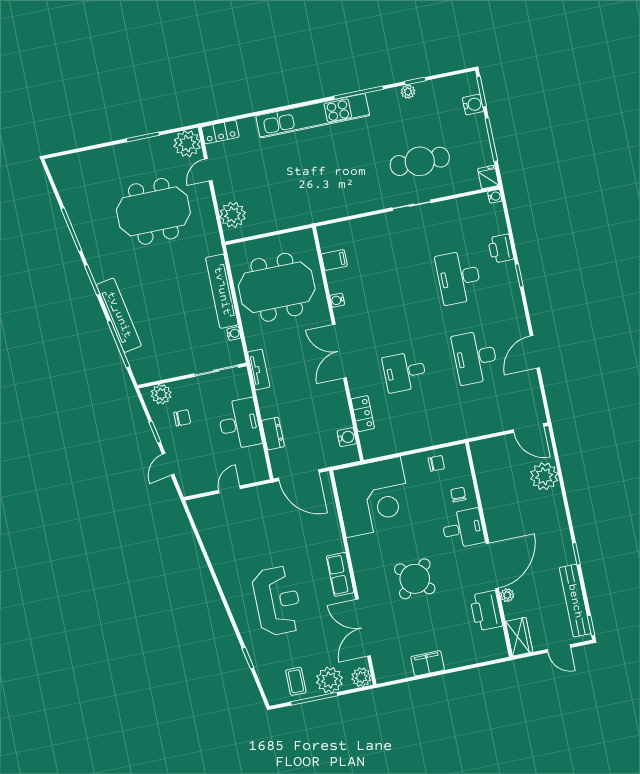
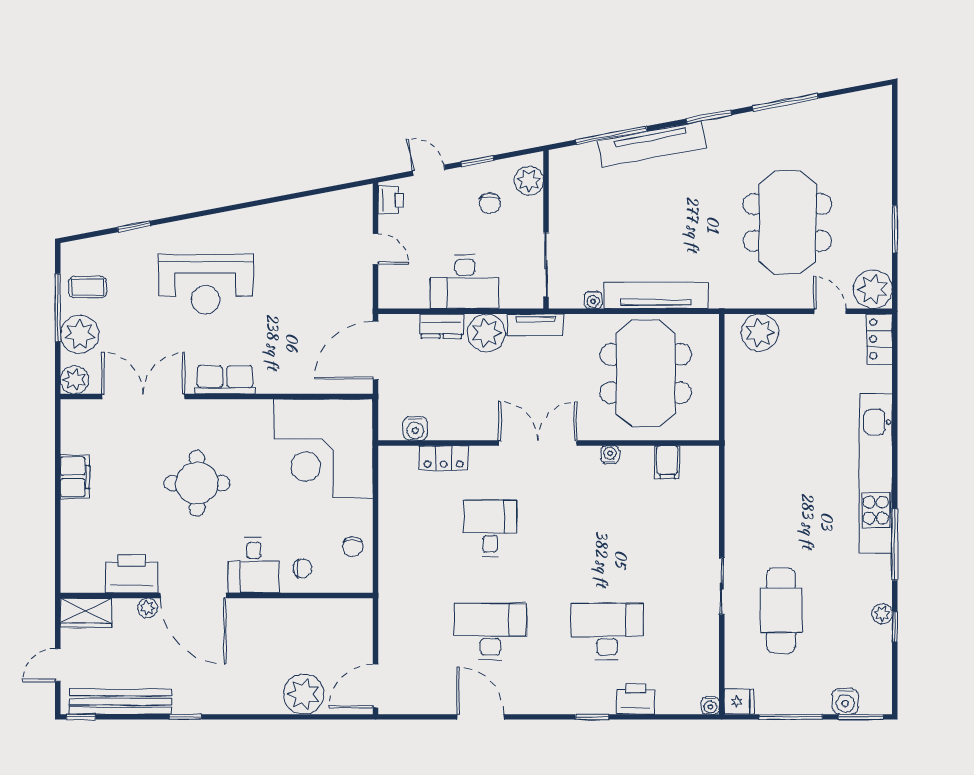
plant: (271, 402) -> (486, 333), added
printer: (194, 486) -> (391, 200), added
round table: (415, 579) -> (197, 483), turned 45

